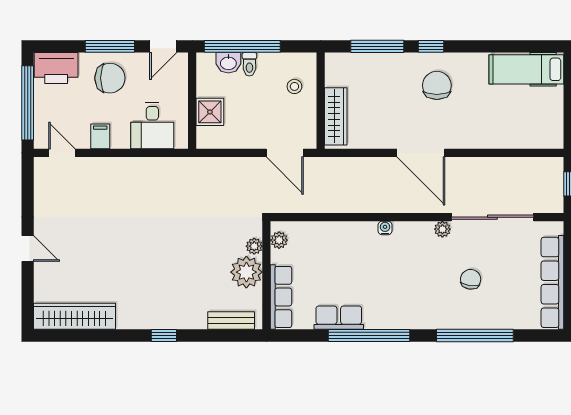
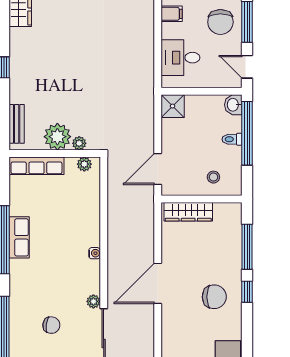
washbasin: (228, 63) -> (233, 105), moved
shower: (210, 112) -> (173, 106), moved
row of seats: (339, 318) -> (19, 237), moved

